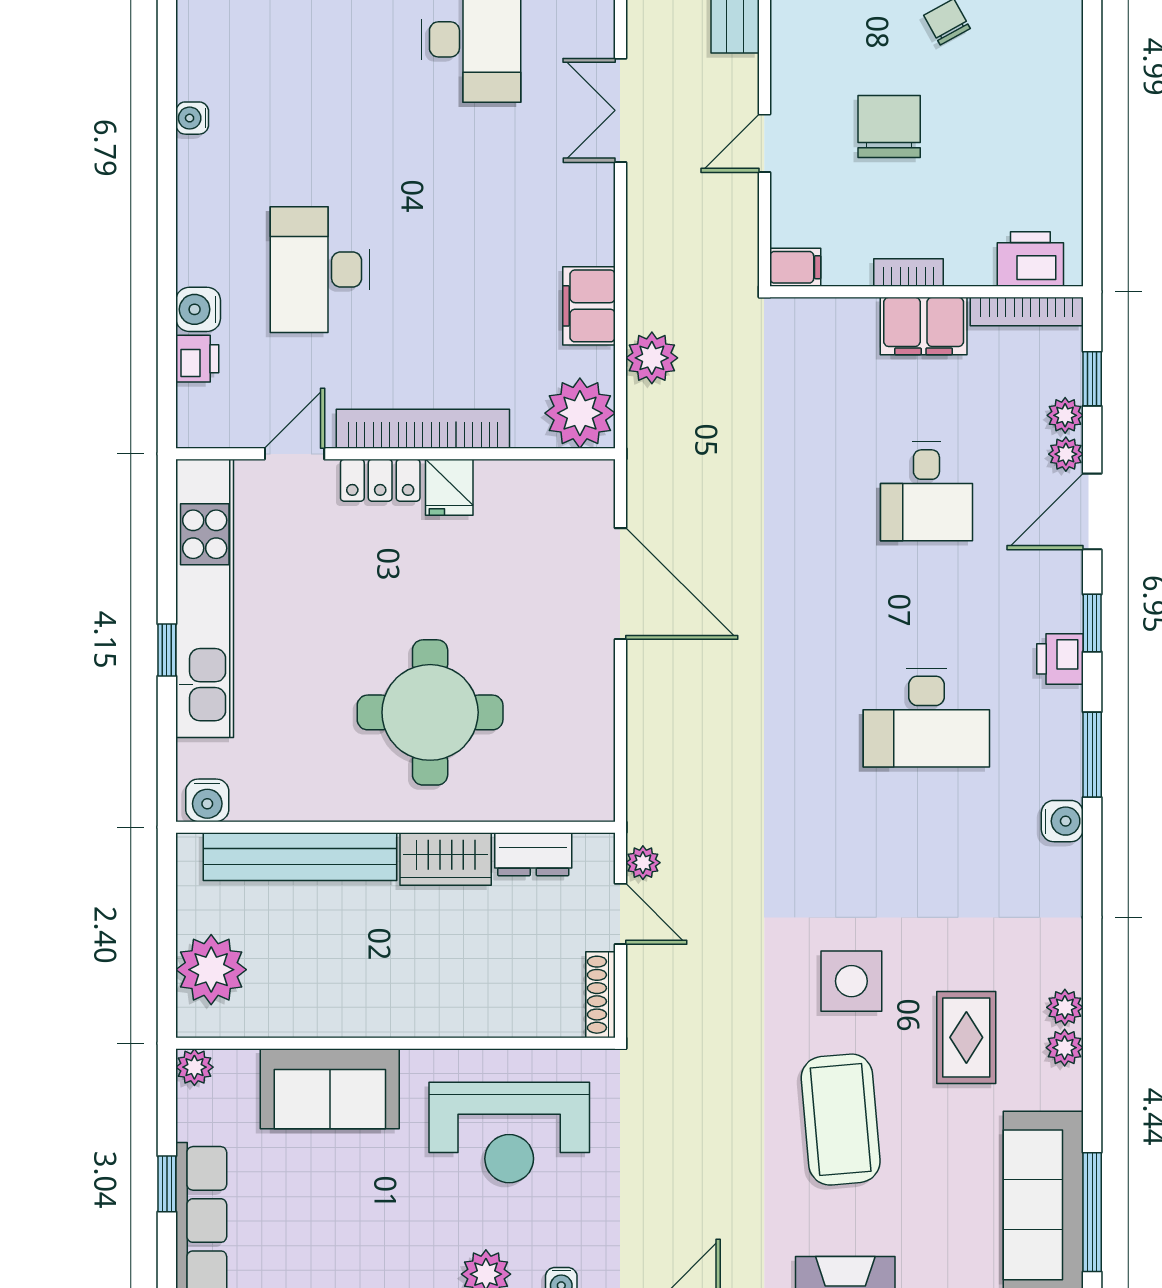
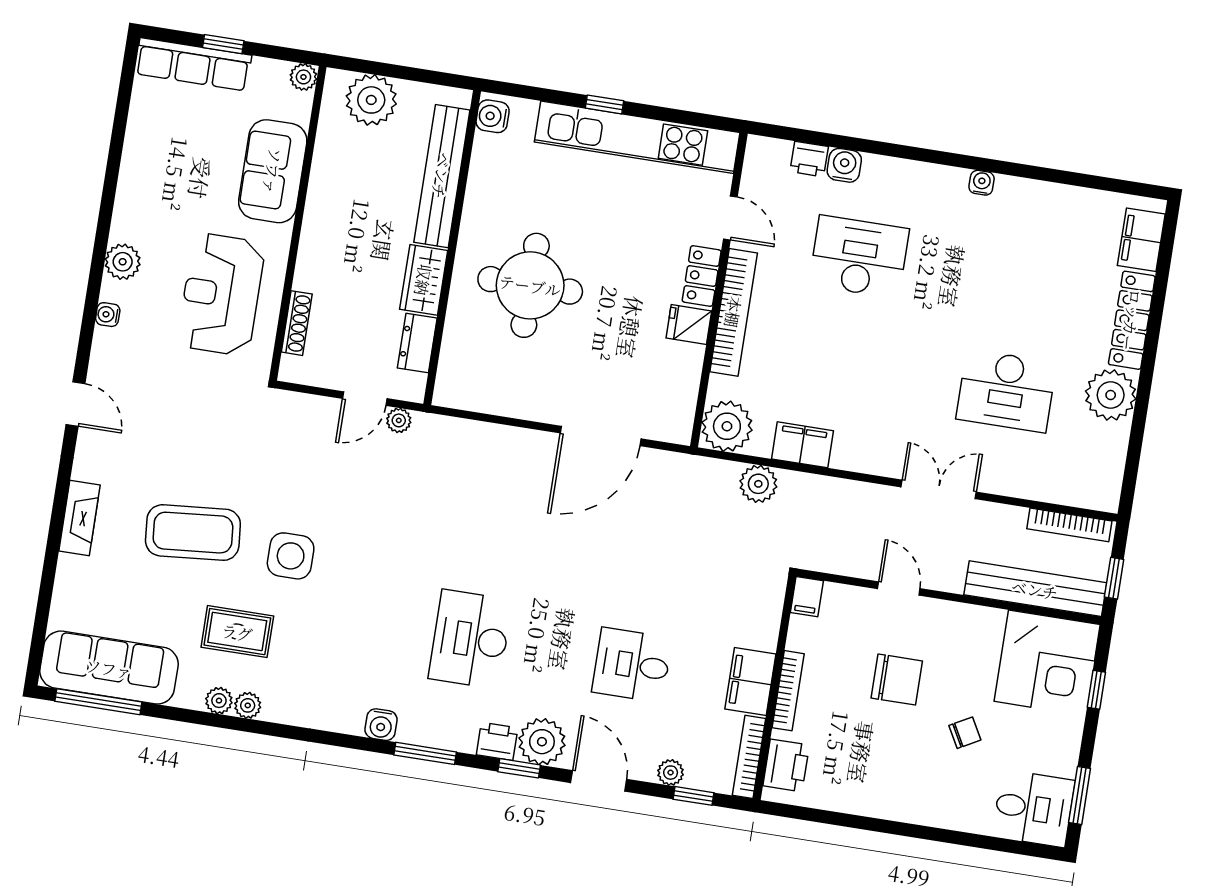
bookcase: (908, 272) -> (788, 691), width x1.56
plant: (1066, 454) -> (542, 742), moved, width x1.88, depth x1.88
shoe rack: (600, 995) -> (297, 323), moved, turned 90

